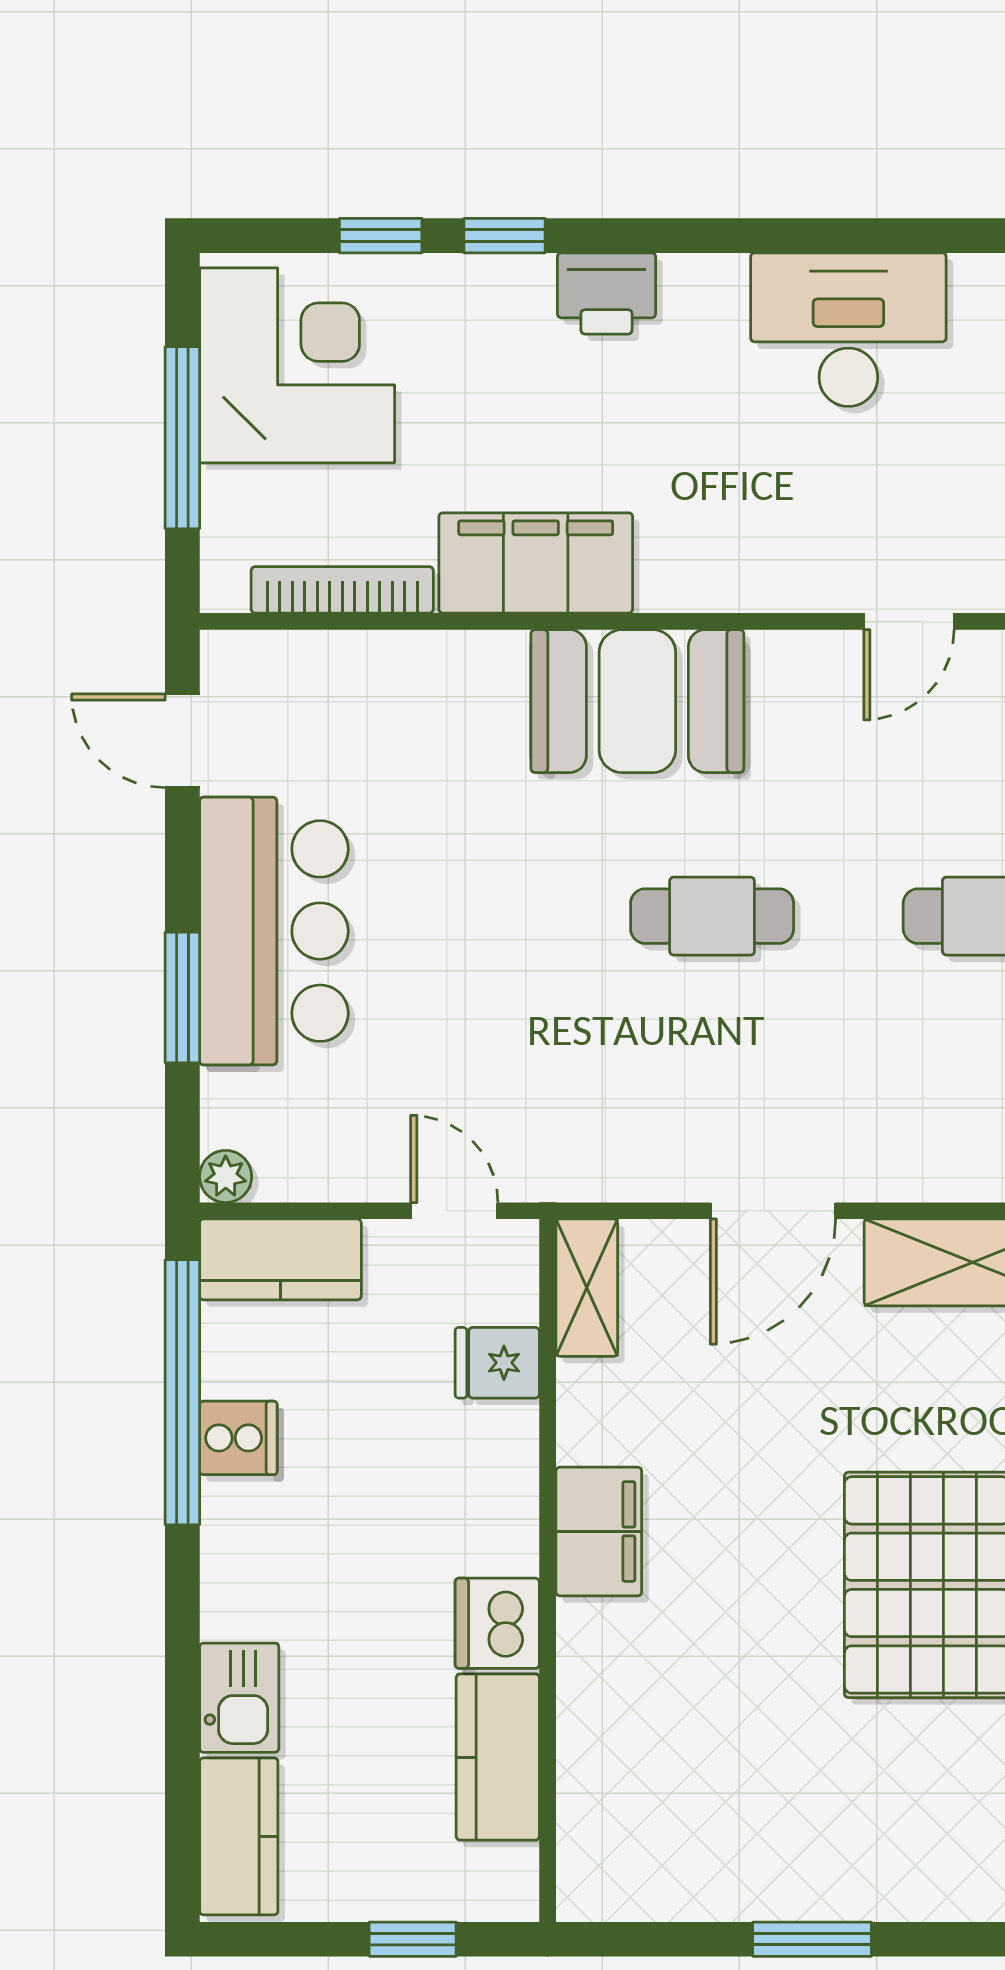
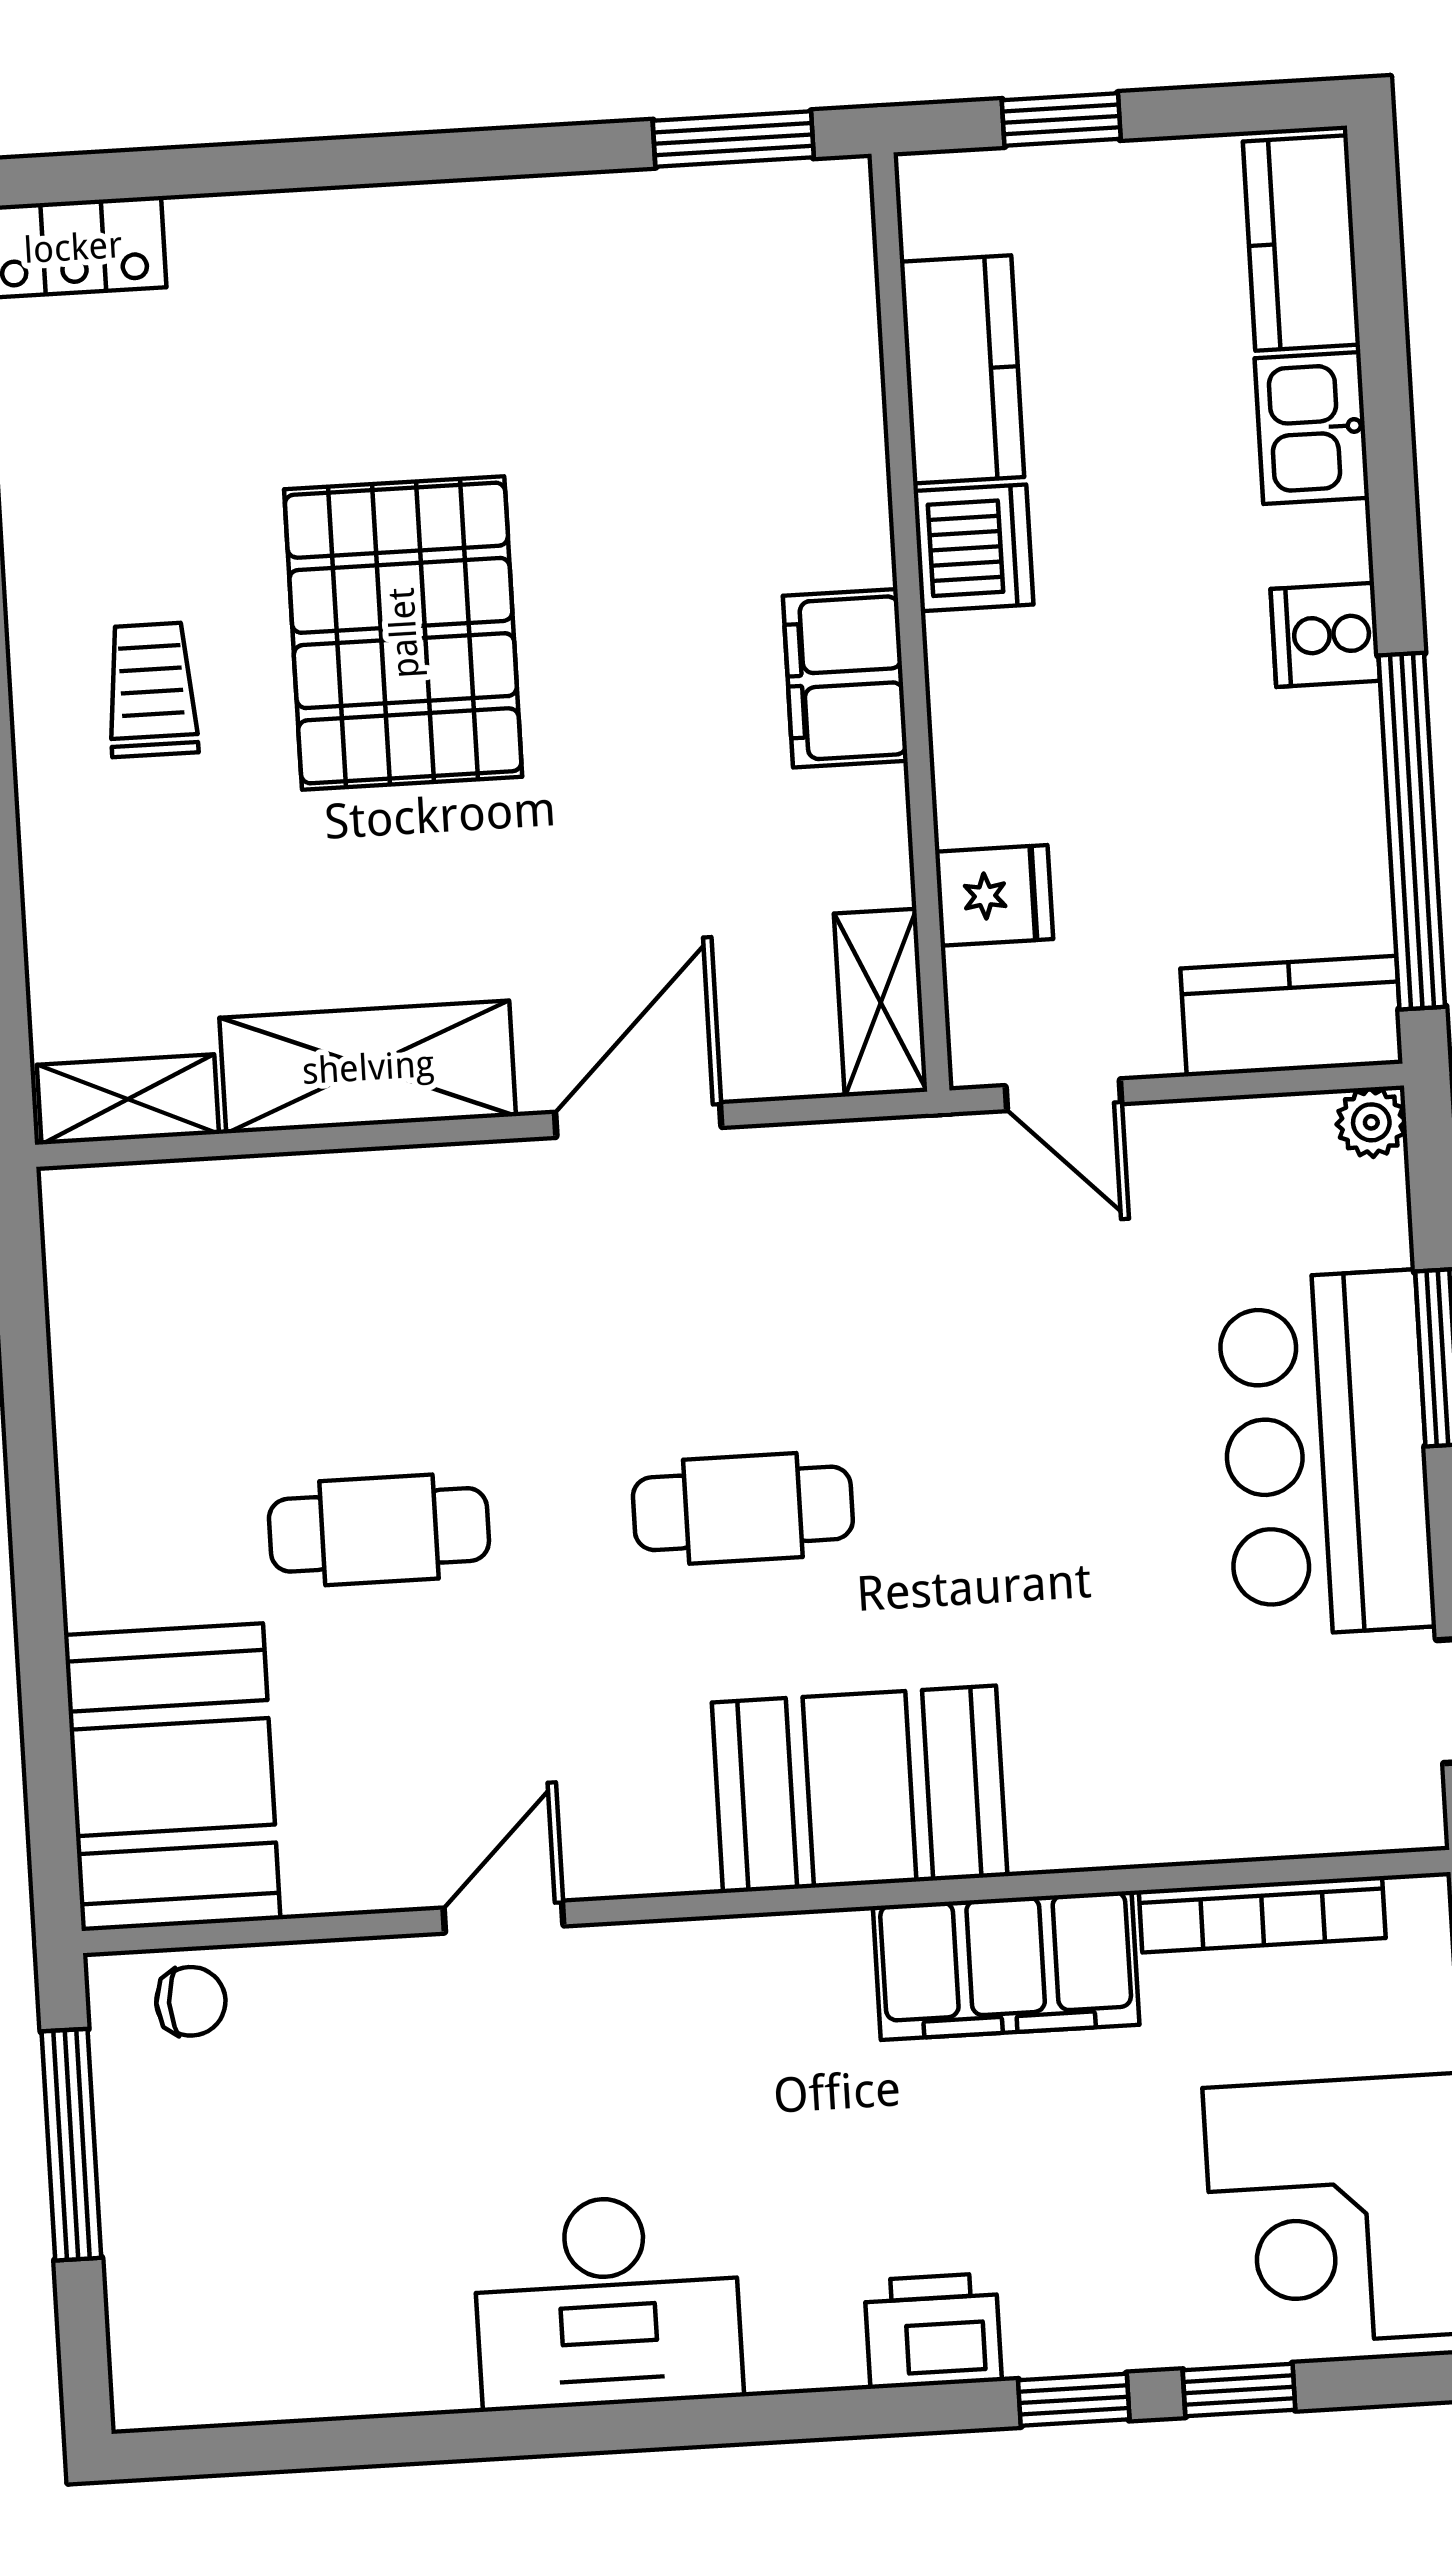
cooker: (238, 1438) -> (1325, 635), moved
window: (812, 1939) -> (733, 139), moved

